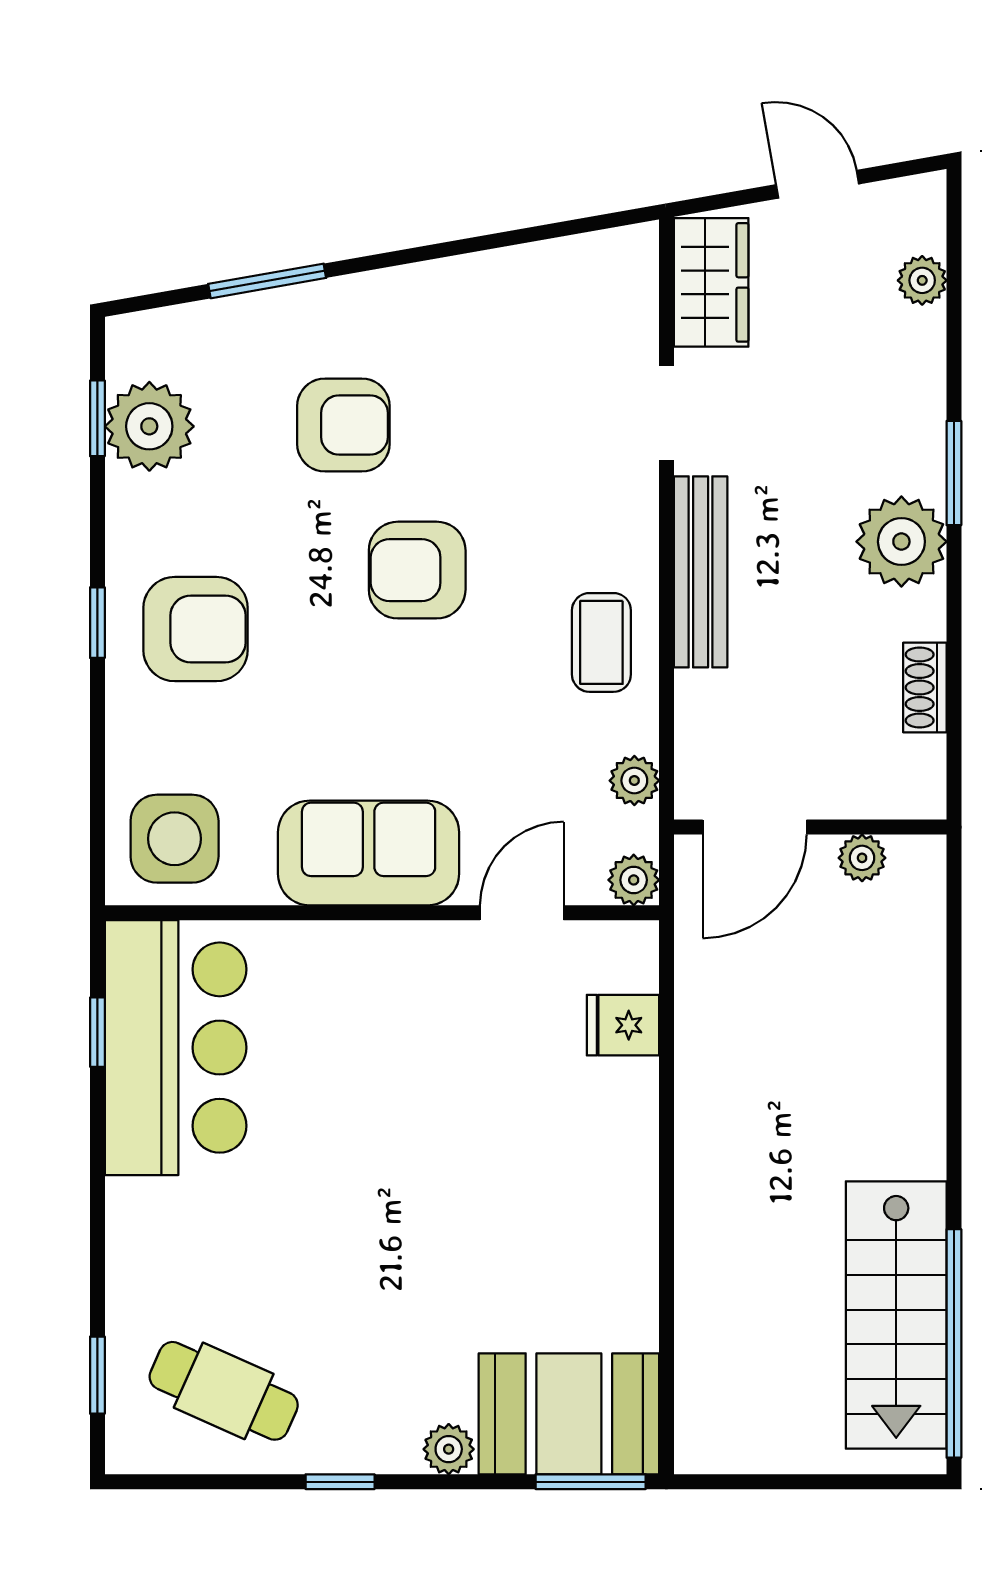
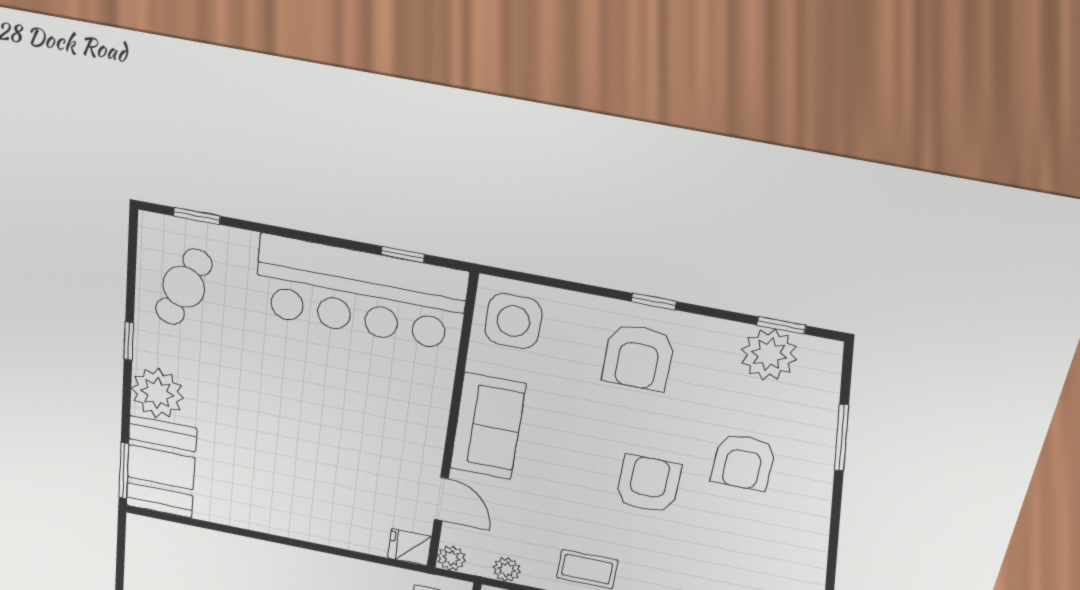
fridge: (623, 1025) -> (410, 547), moved, turned -90
bar counter: (176, 1048) -> (360, 293), width x1.36
plant: (449, 1449) -> (157, 393), width x1.88, depth x1.88

